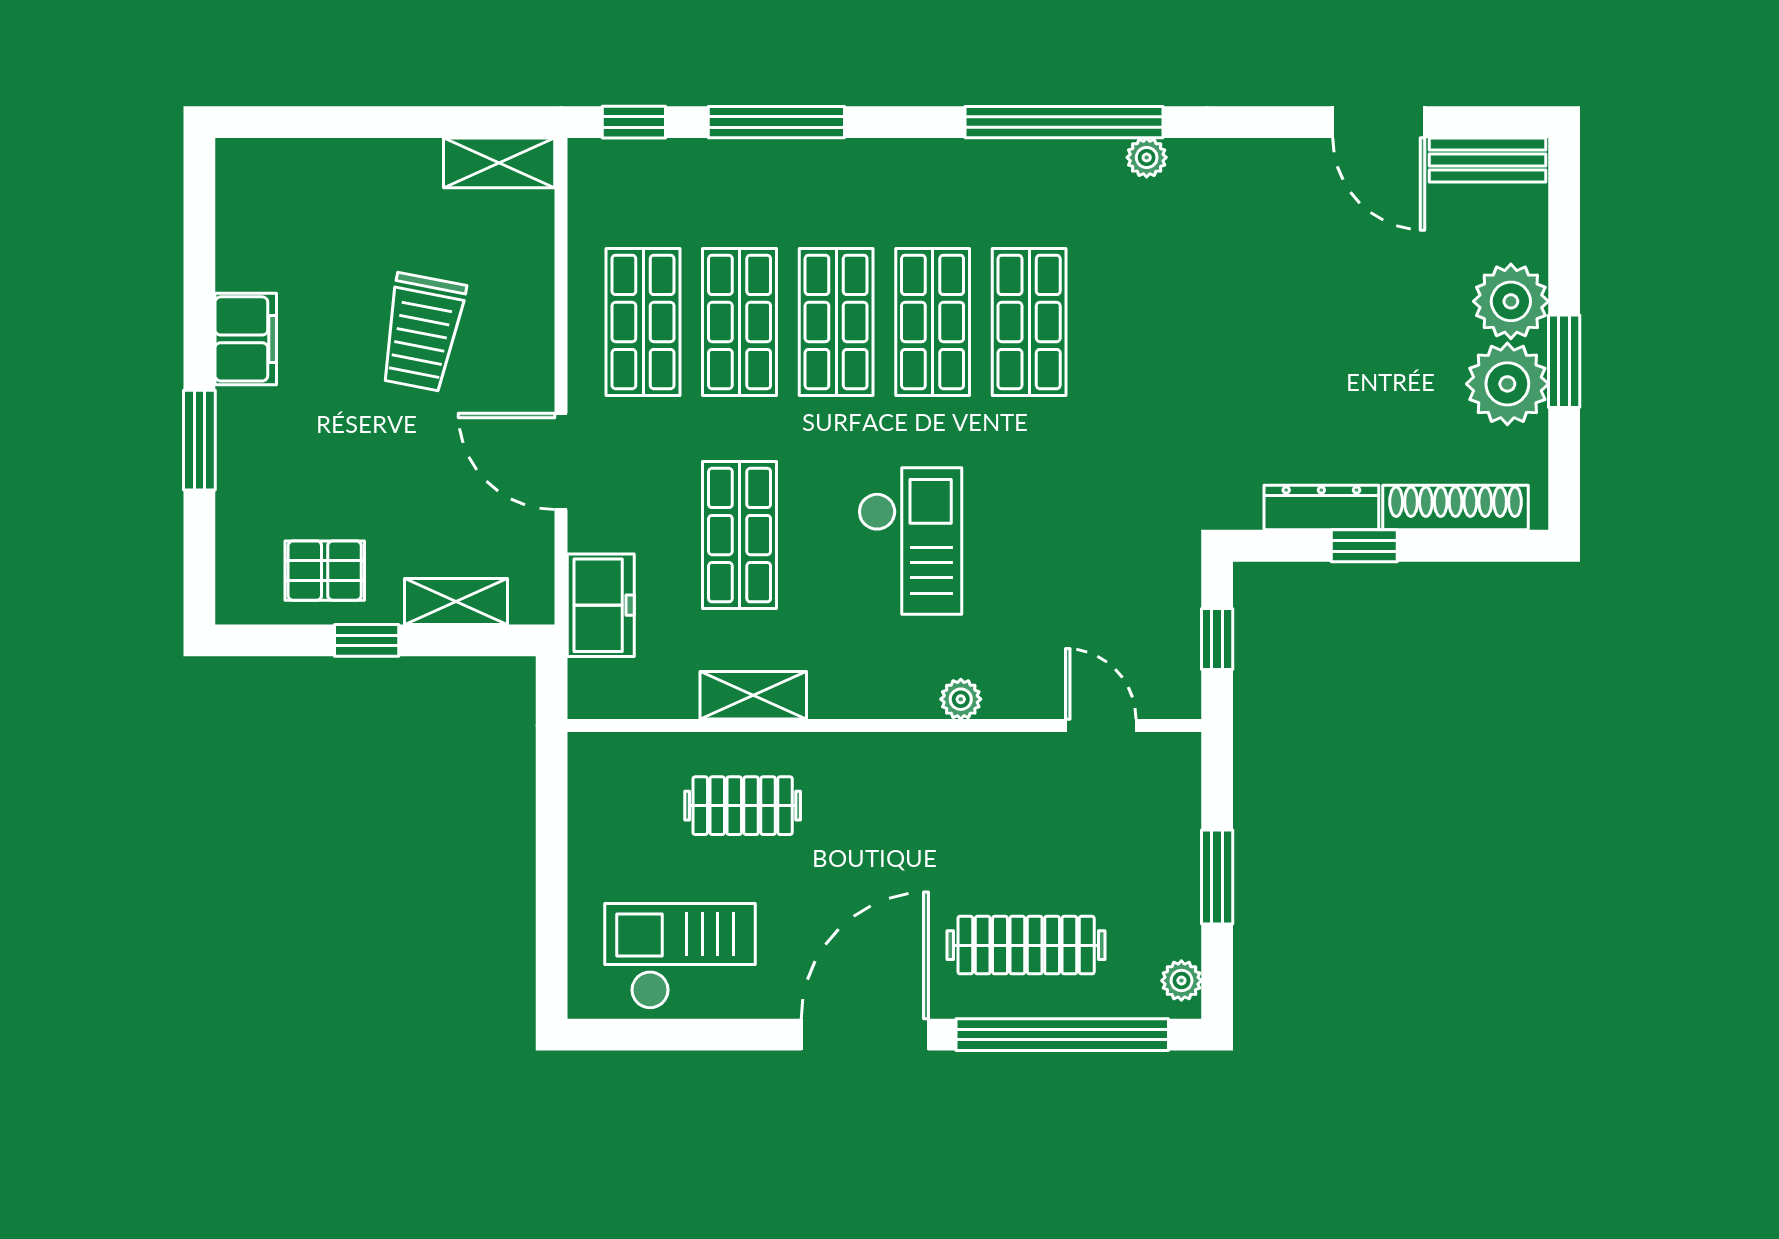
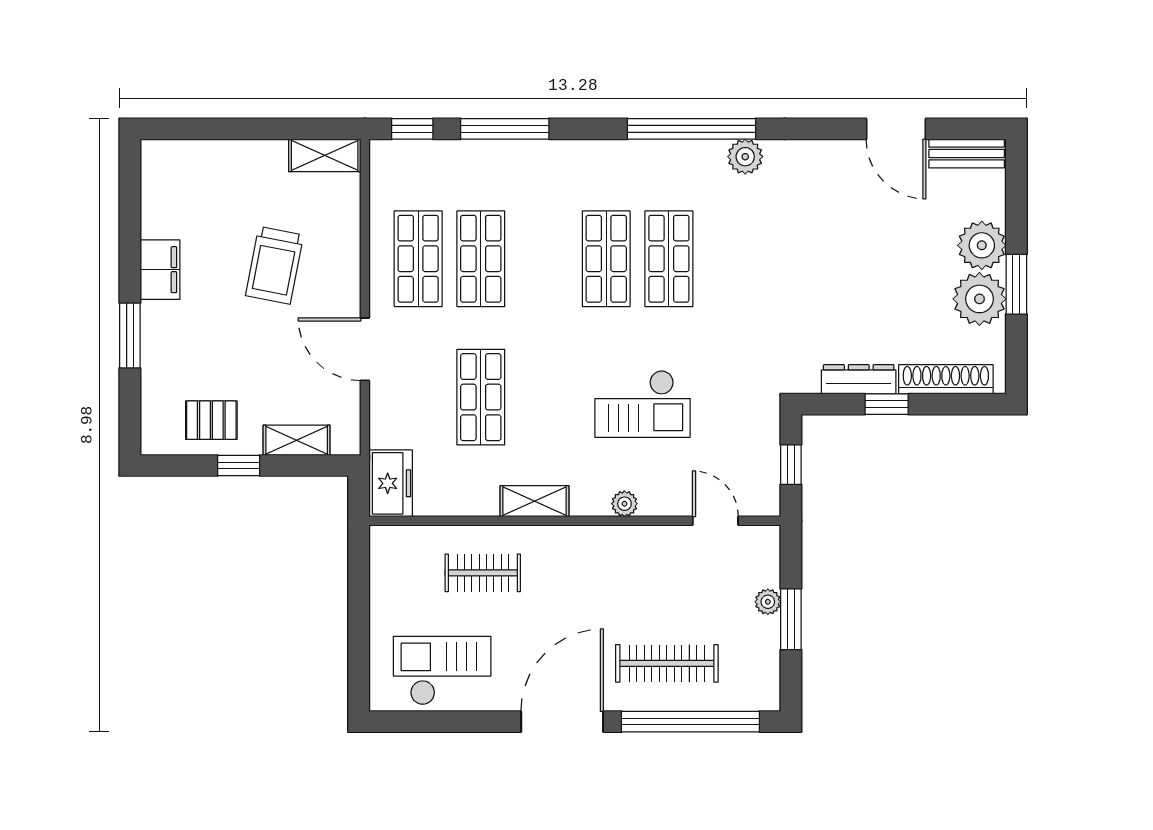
plant: (1147, 157) -> (745, 157), width x1.38, depth x1.38
shop shelf: (836, 322) -> (543, 259), removed
checkout: (910, 541) -> (643, 404), moved, turned 90
freezer: (601, 605) -> (391, 483), moved
shelving: (753, 695) -> (534, 501), moved
plant: (1181, 981) -> (768, 602), moved

